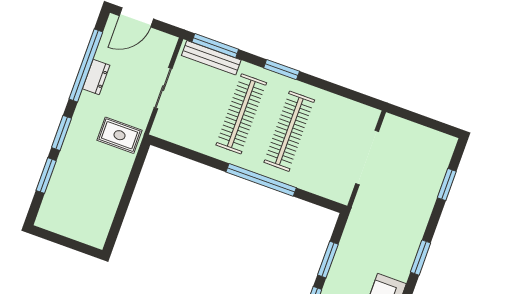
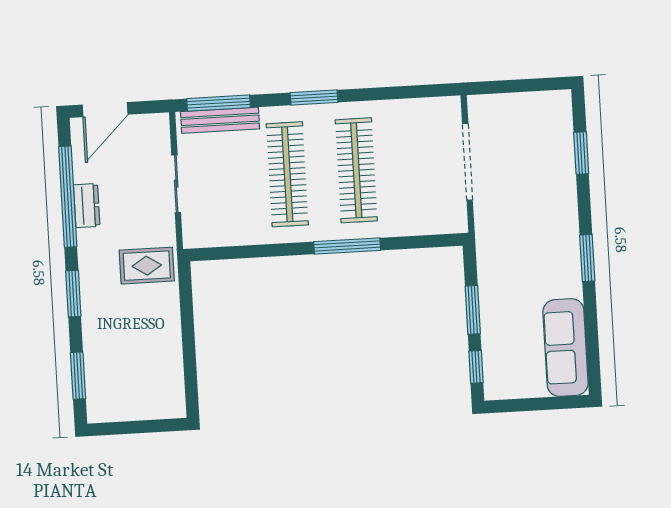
window: (46, 176) -> (78, 376), moved
window: (261, 180) -> (347, 246), width x0.68

